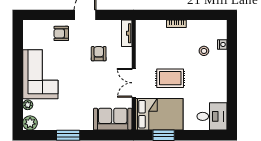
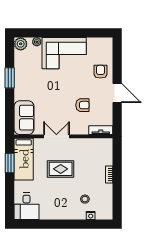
rug: (170, 78) -> (61, 169), turned 90
bed: (159, 114) -> (24, 159), width x0.67

